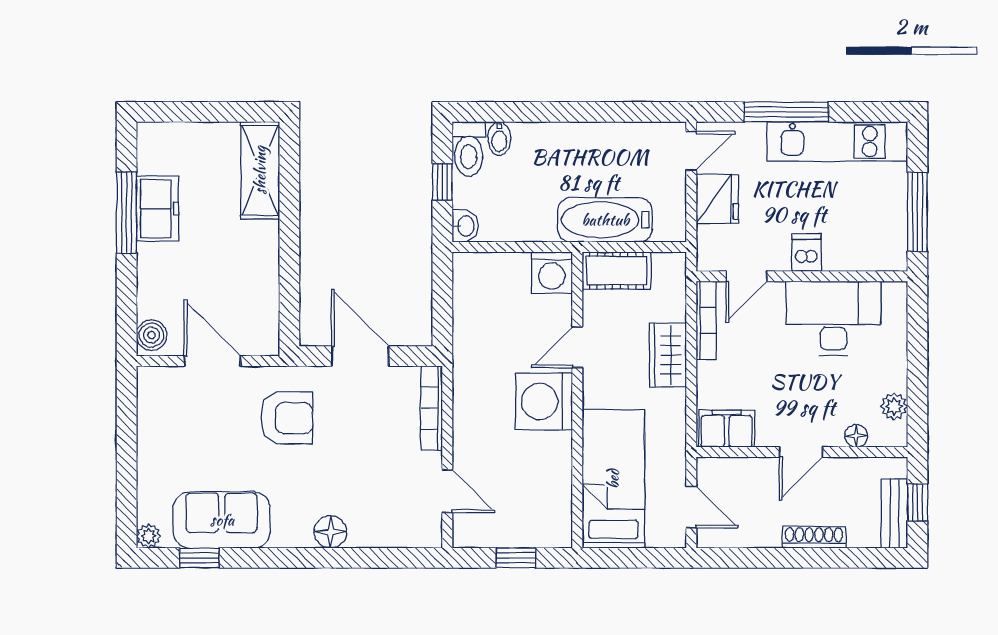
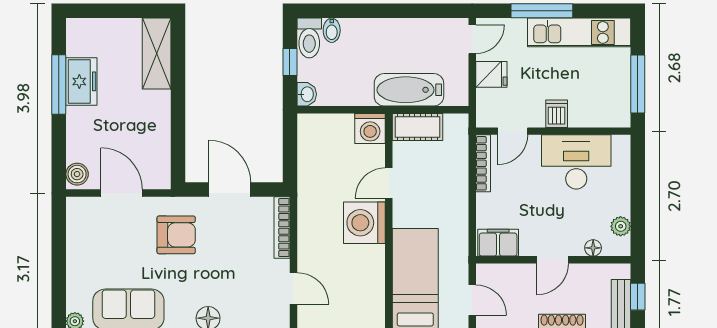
fridge: (717, 199) -> (491, 74), width x0.72
wardrobe: (668, 355) -> (455, 189), removed

